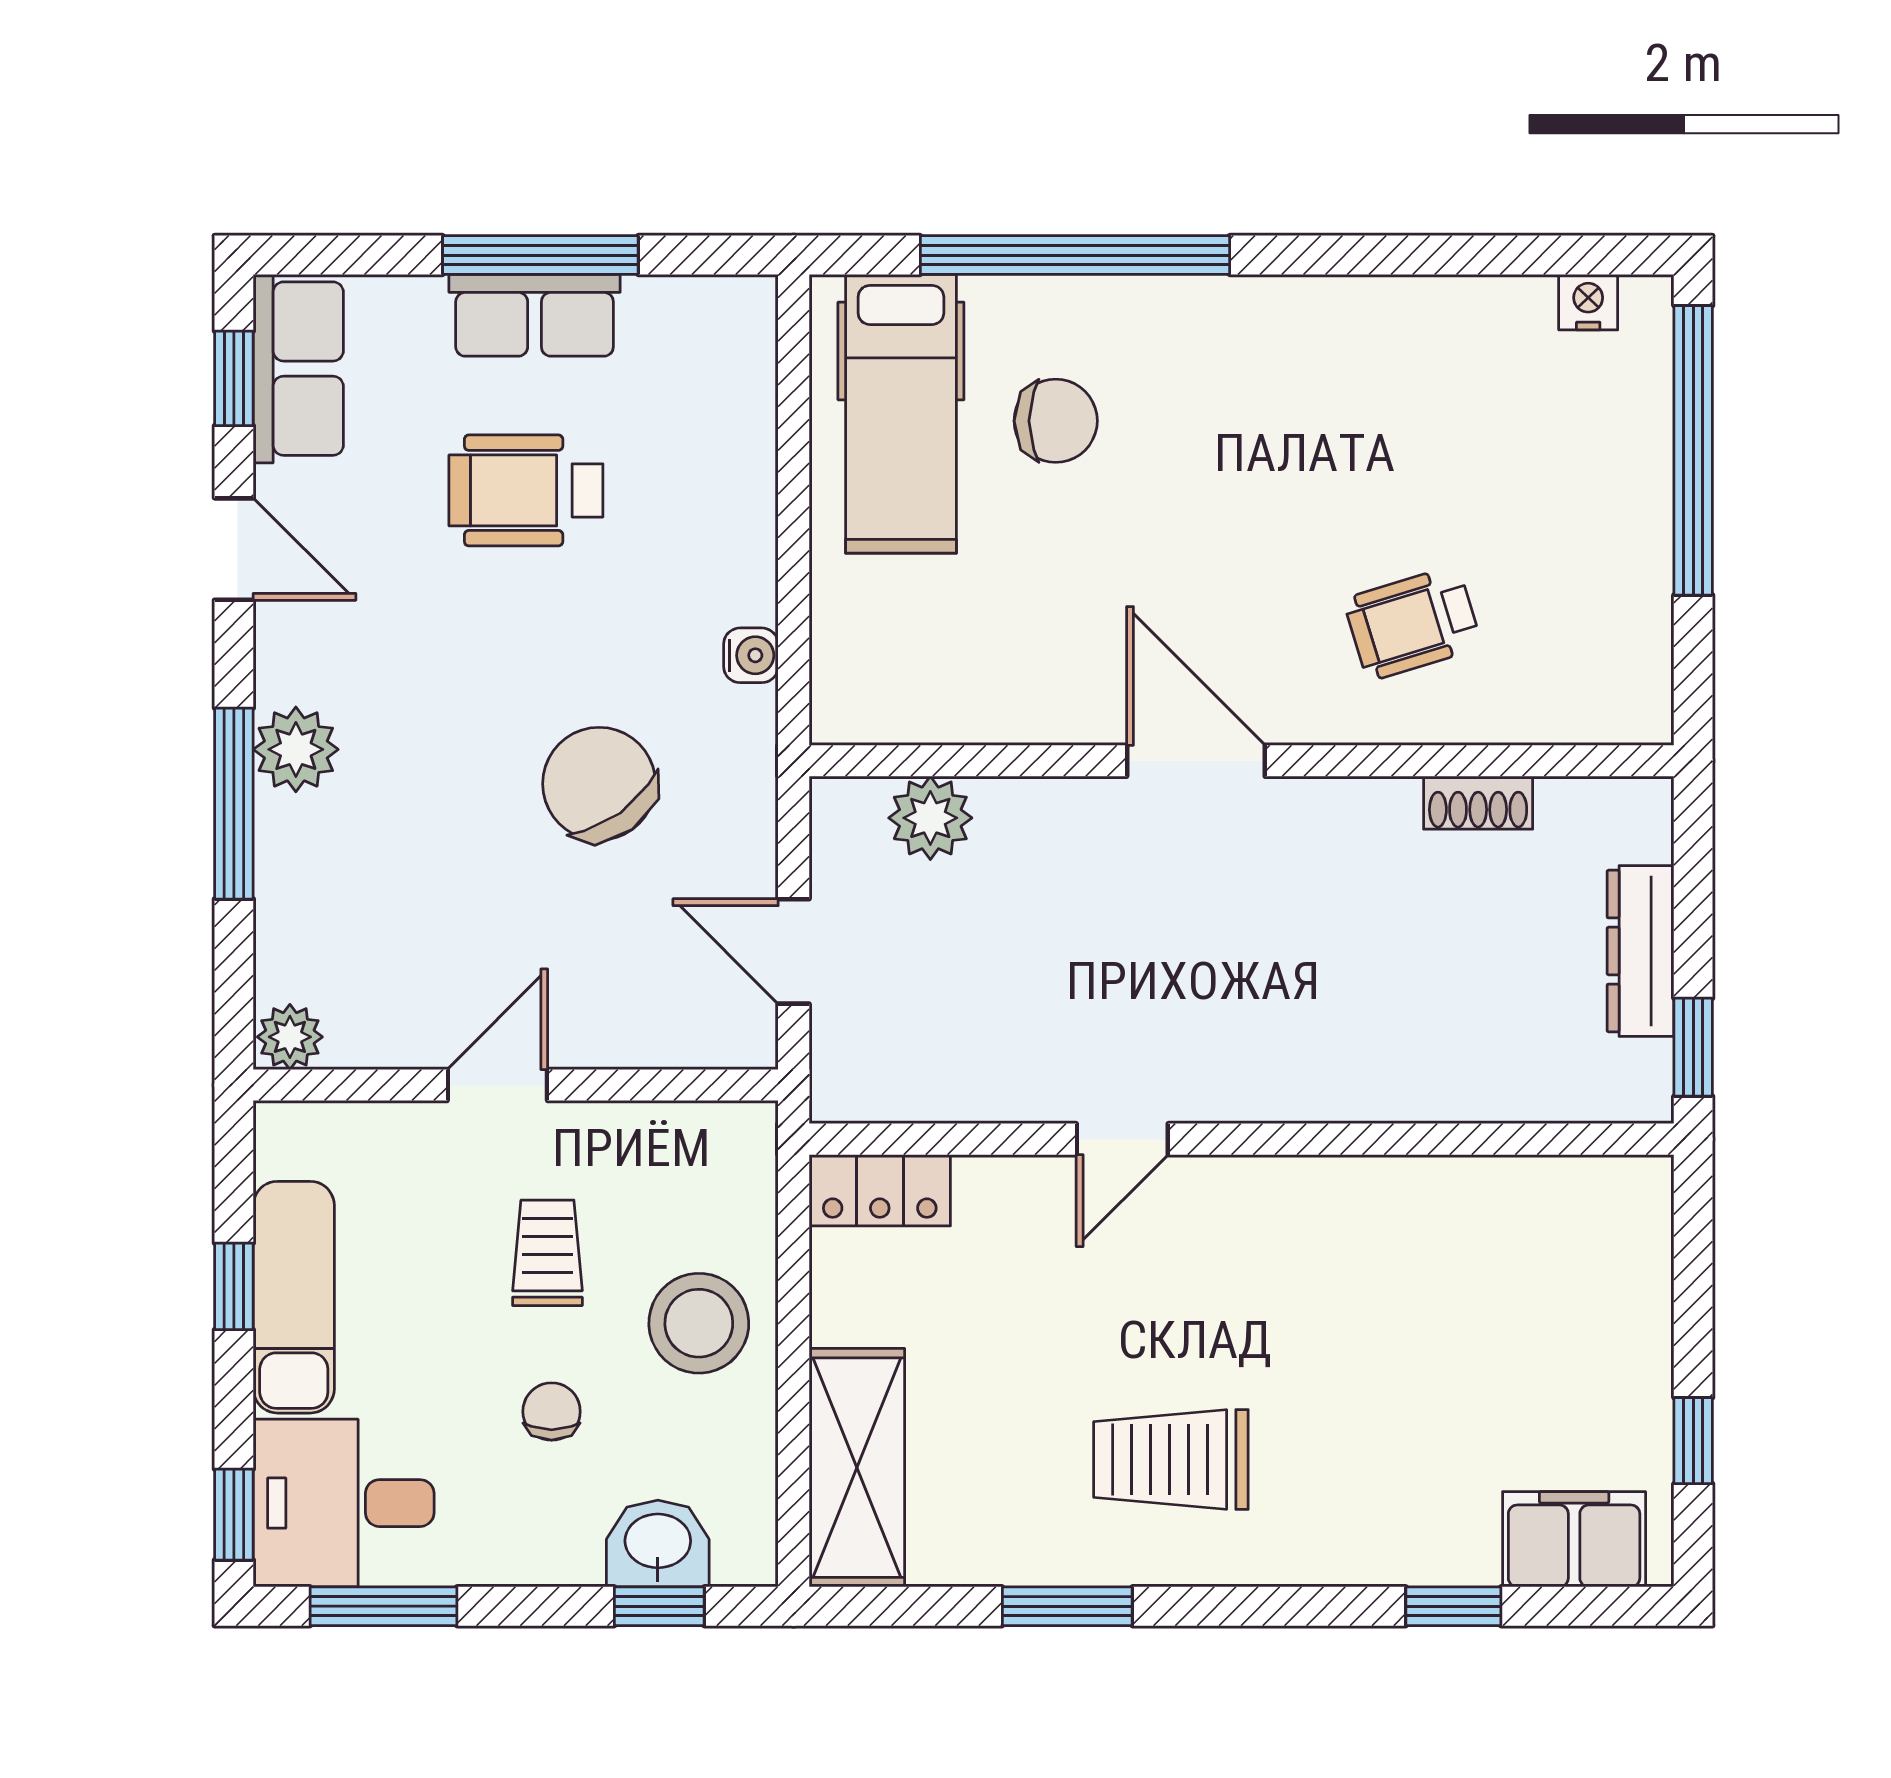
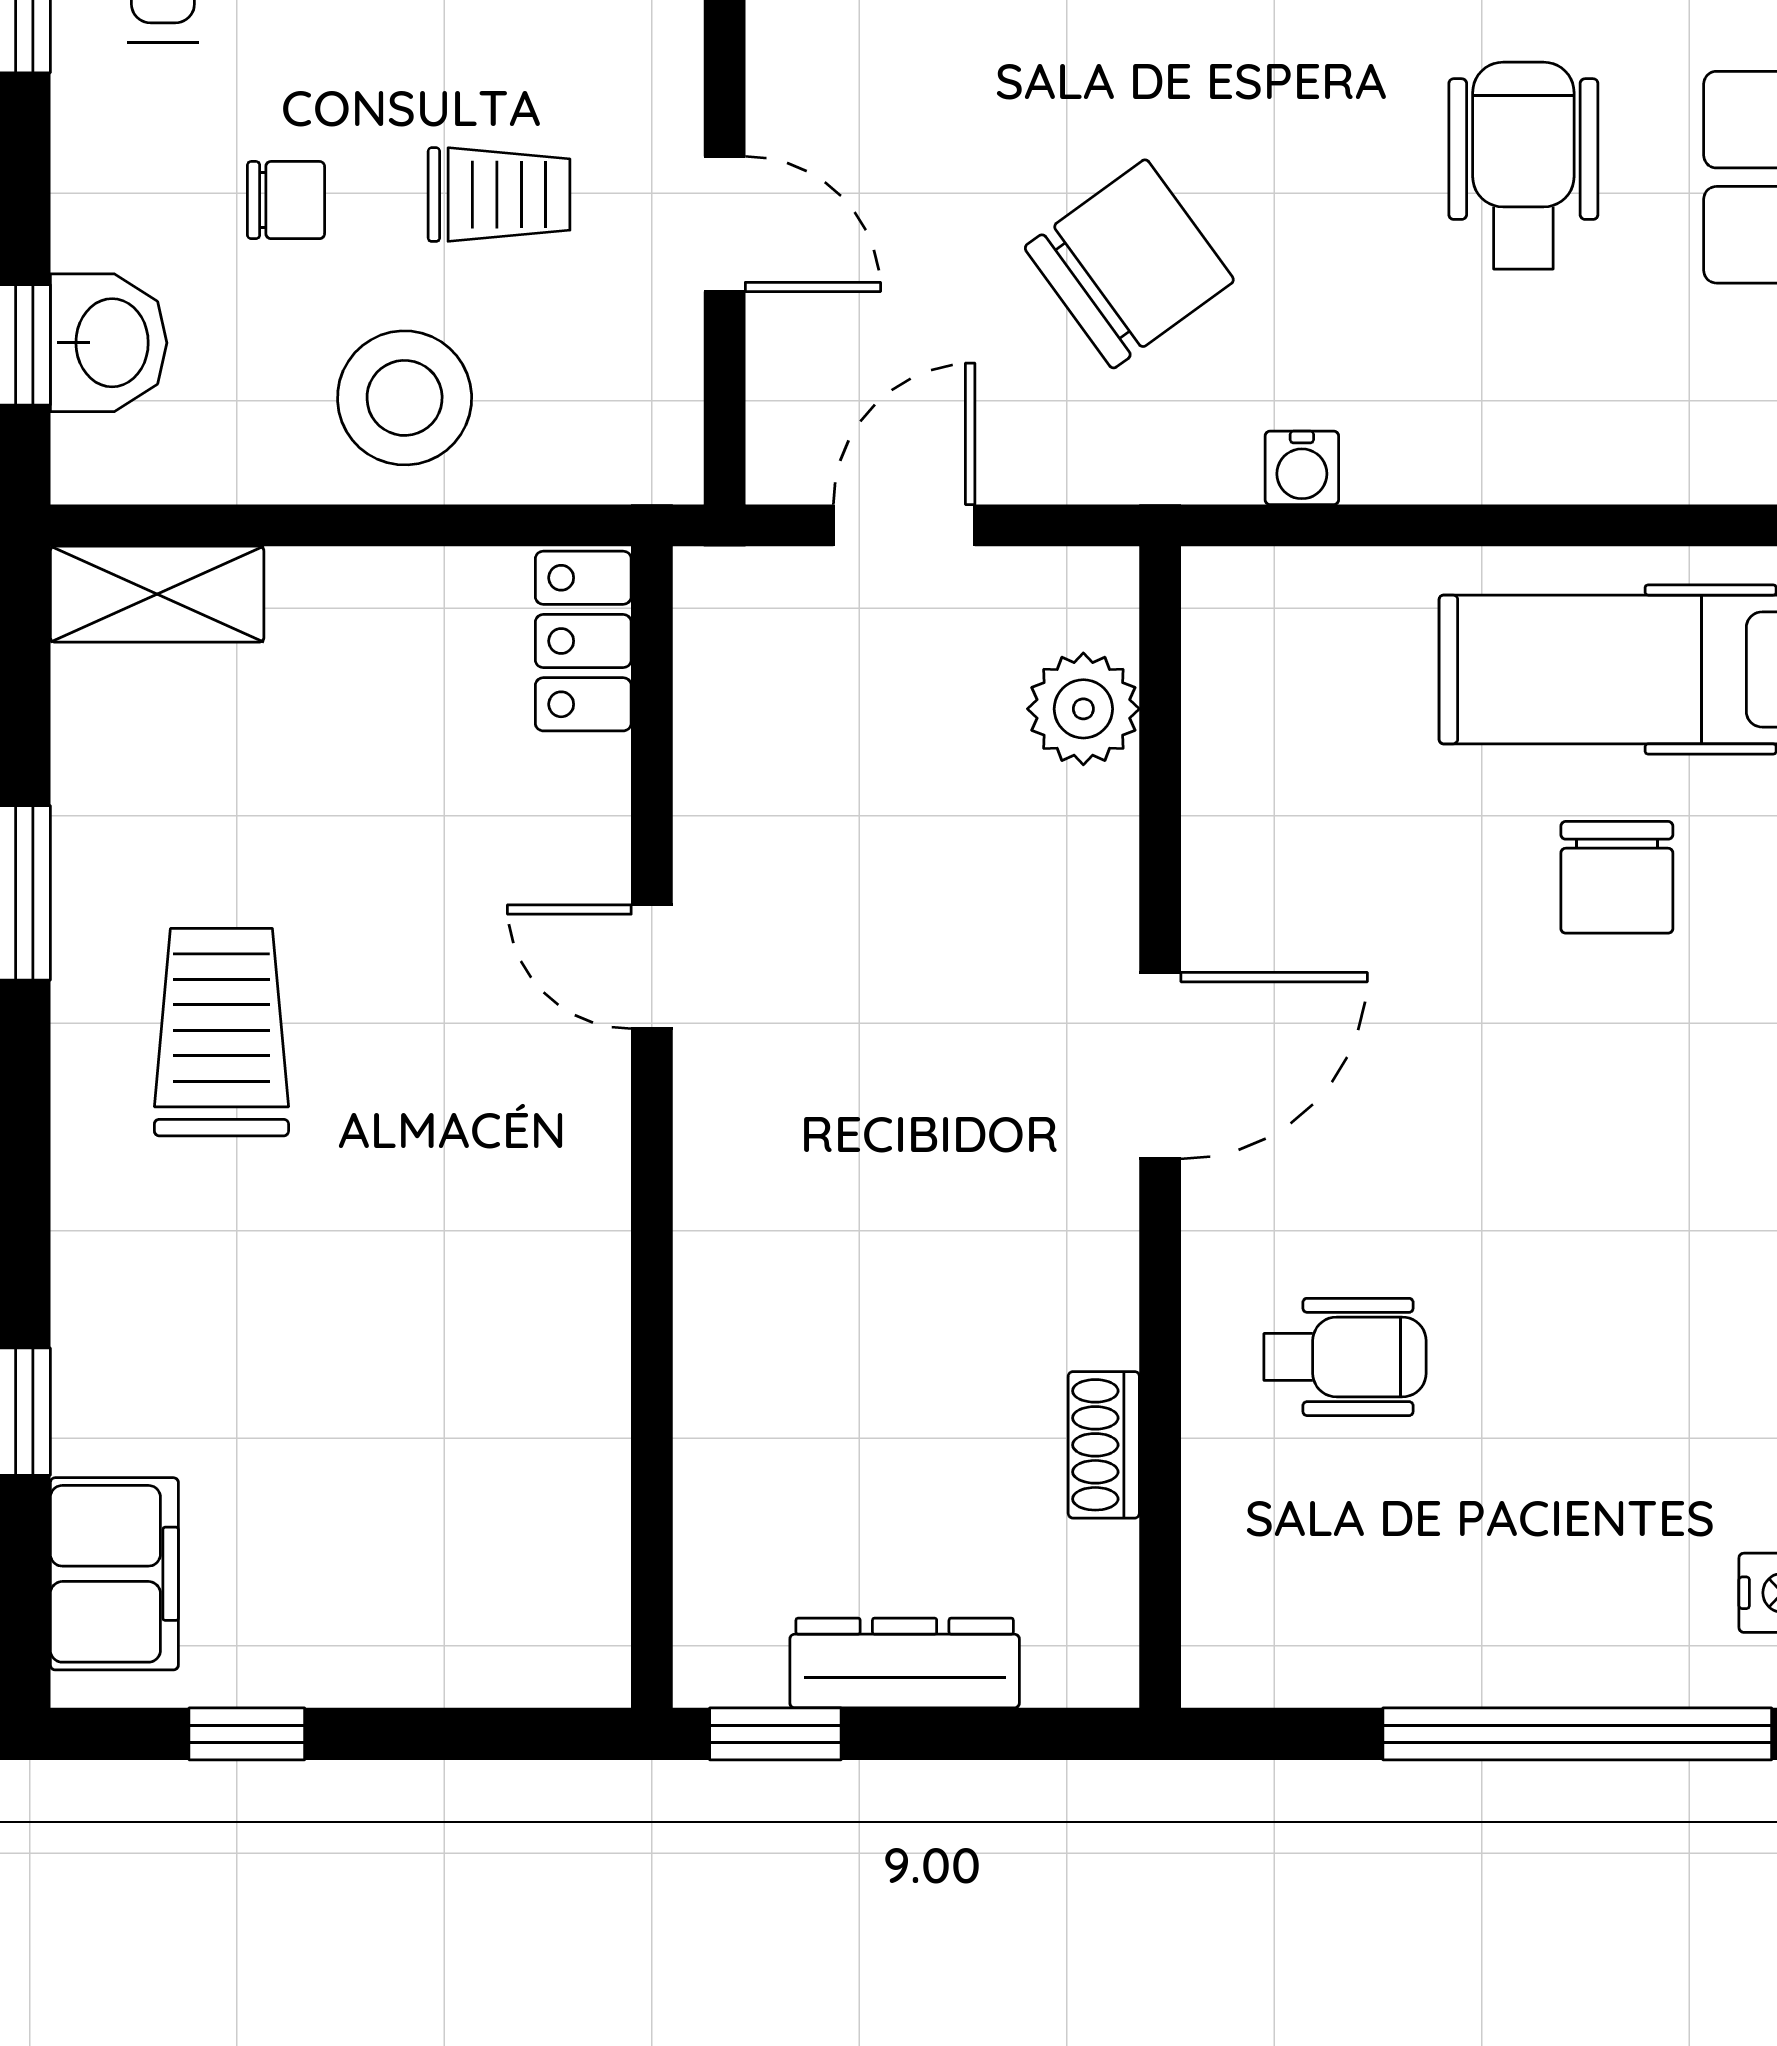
wheelchair: (1413, 623) -> (1345, 1357), turned 107
door: (497, 1085) -> (725, 224), moved
shelving: (857, 1468) -> (157, 594), width x0.67, depth x0.75

